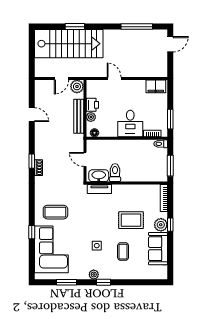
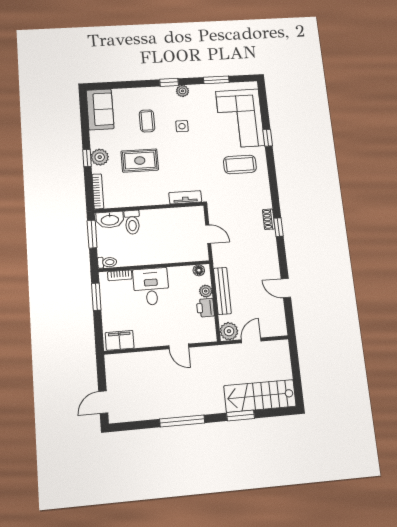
window: (137, 27) -> (182, 421), moved
stairs: (69, 44) -> (260, 396), width x0.73, depth x0.66
toilet: (115, 173) -> (132, 222), moved
washbasin: (99, 176) -> (110, 220), moved
sofa: (158, 249) -> (100, 109), moved

